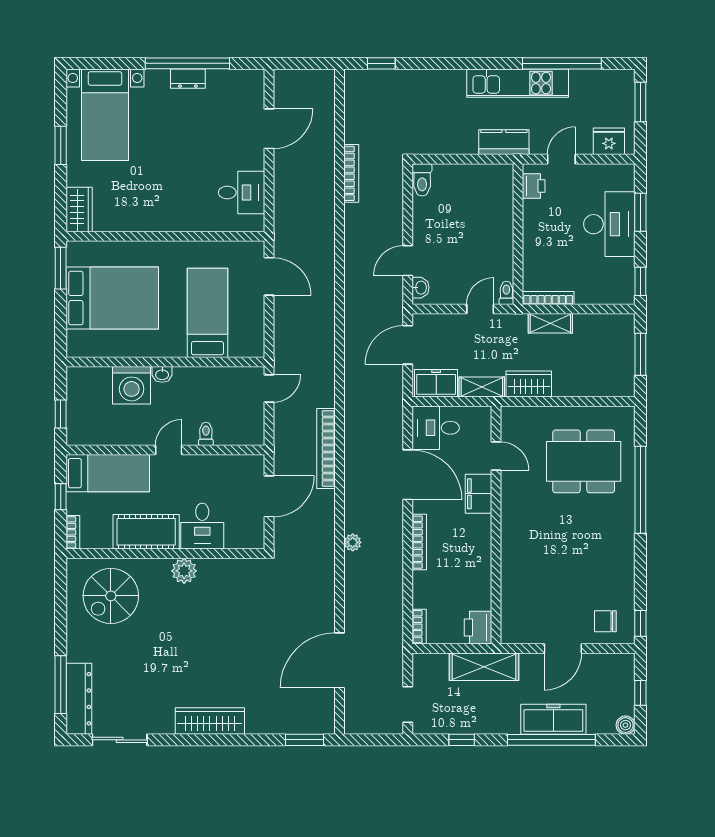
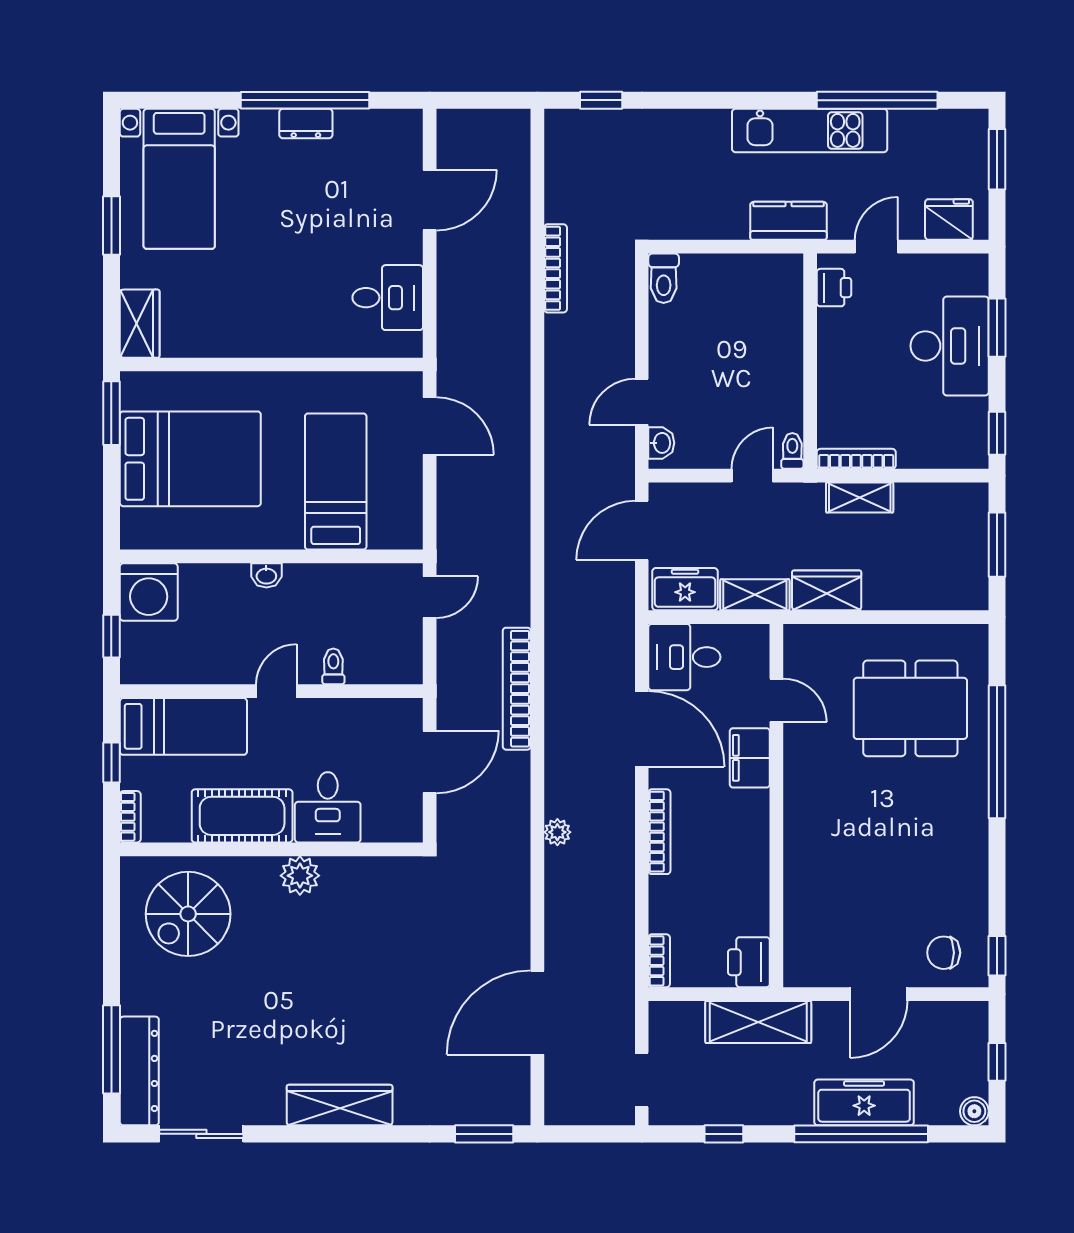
washing machine: (132, 385) -> (149, 592), moved

